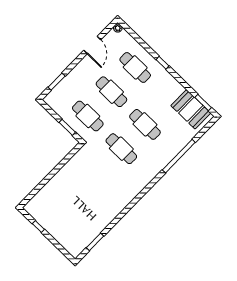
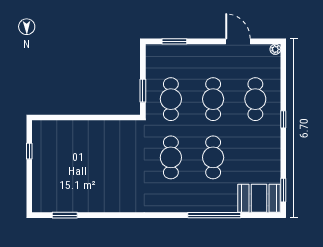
door: (92, 45) -> (238, 41), swing flipped
booth: (191, 109) -> (259, 198), moved, turned 90

